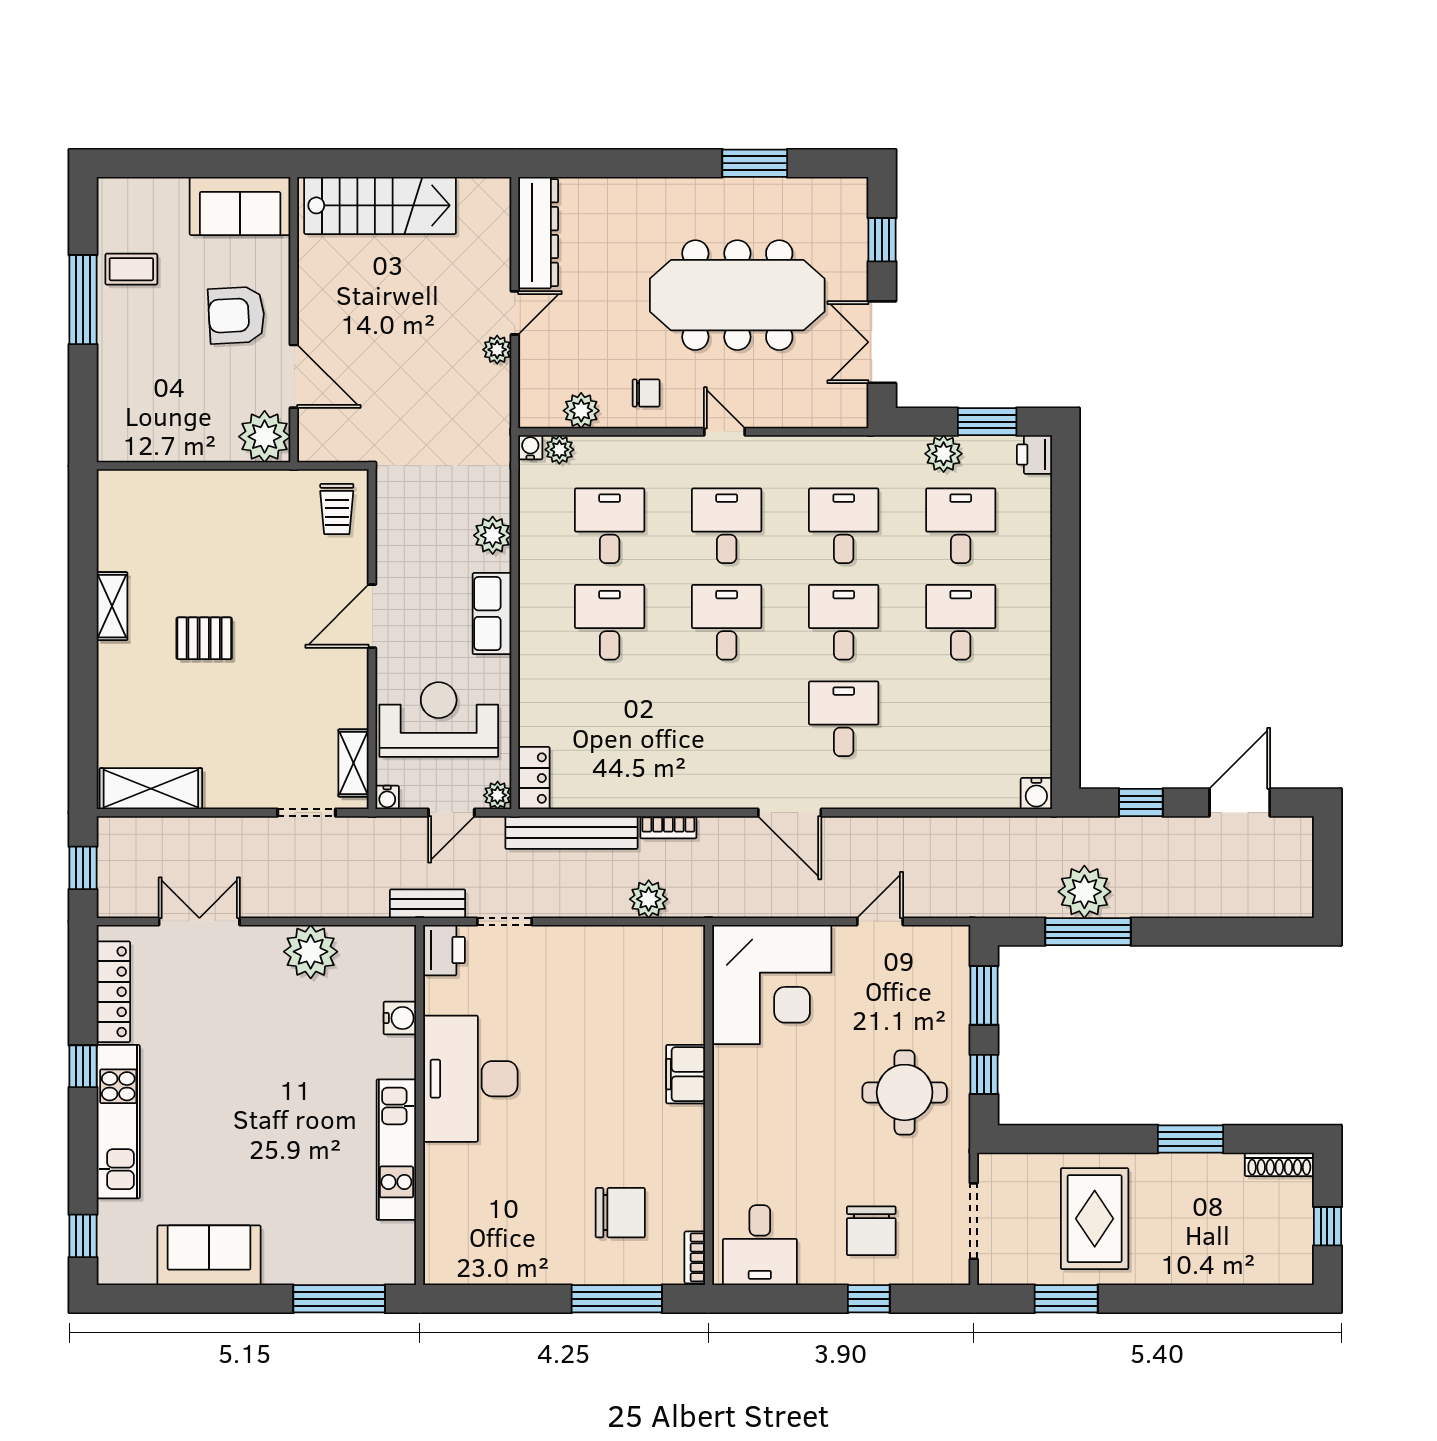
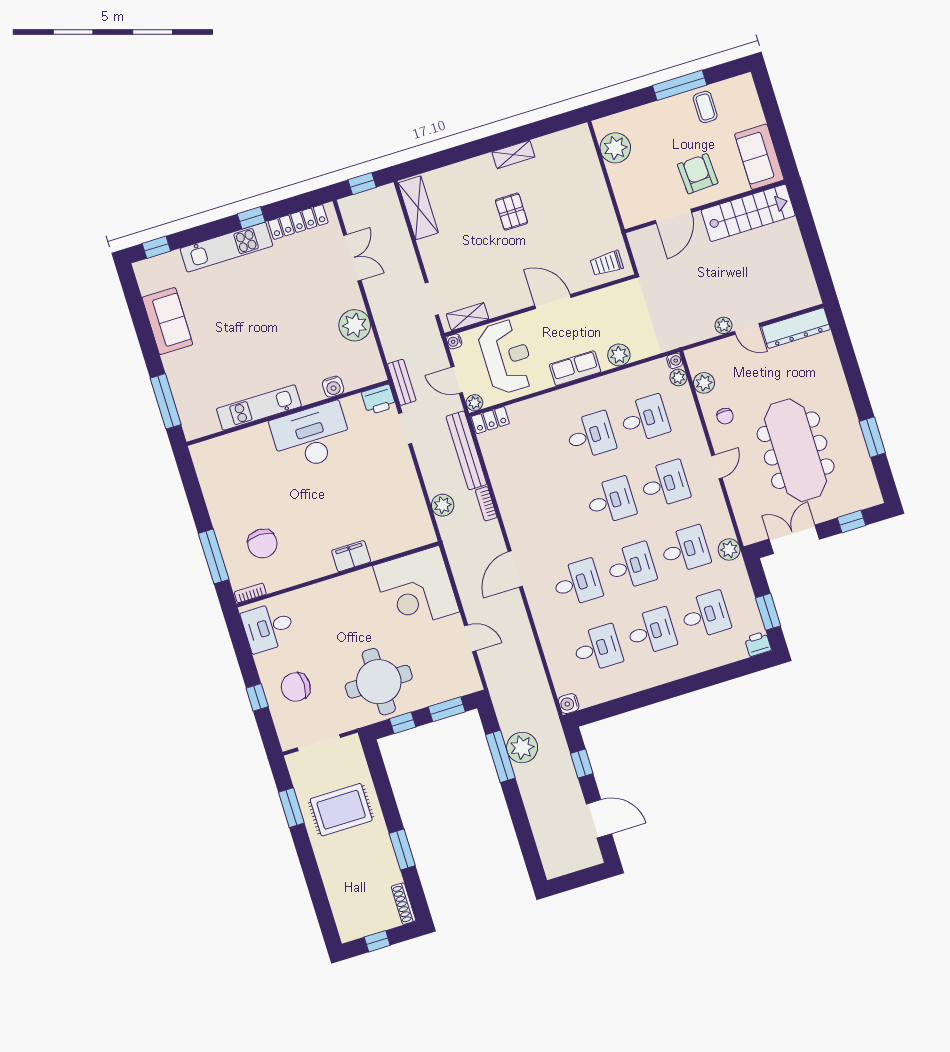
stairs: (380, 205) -> (748, 213), moved, turned -90
plant: (265, 437) -> (615, 148), moved
plant: (944, 454) -> (729, 550), moved
desk: (961, 719) -> (597, 648), added
round table: (905, 1092) -> (379, 682), width x1.36, depth x1.36

